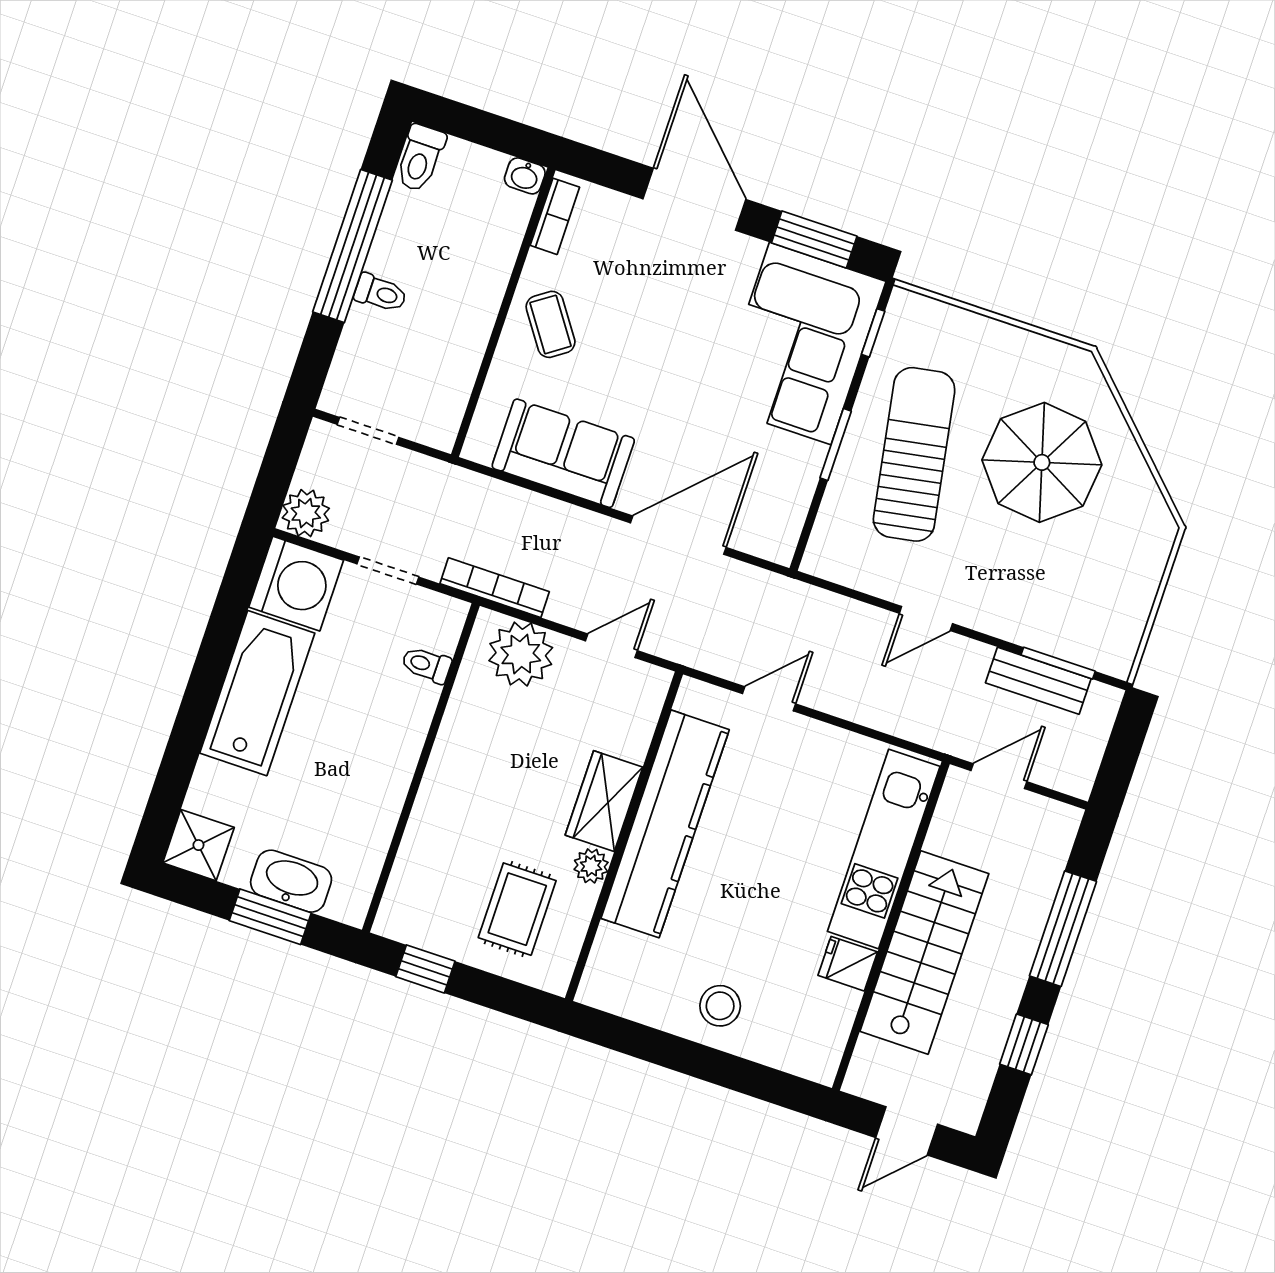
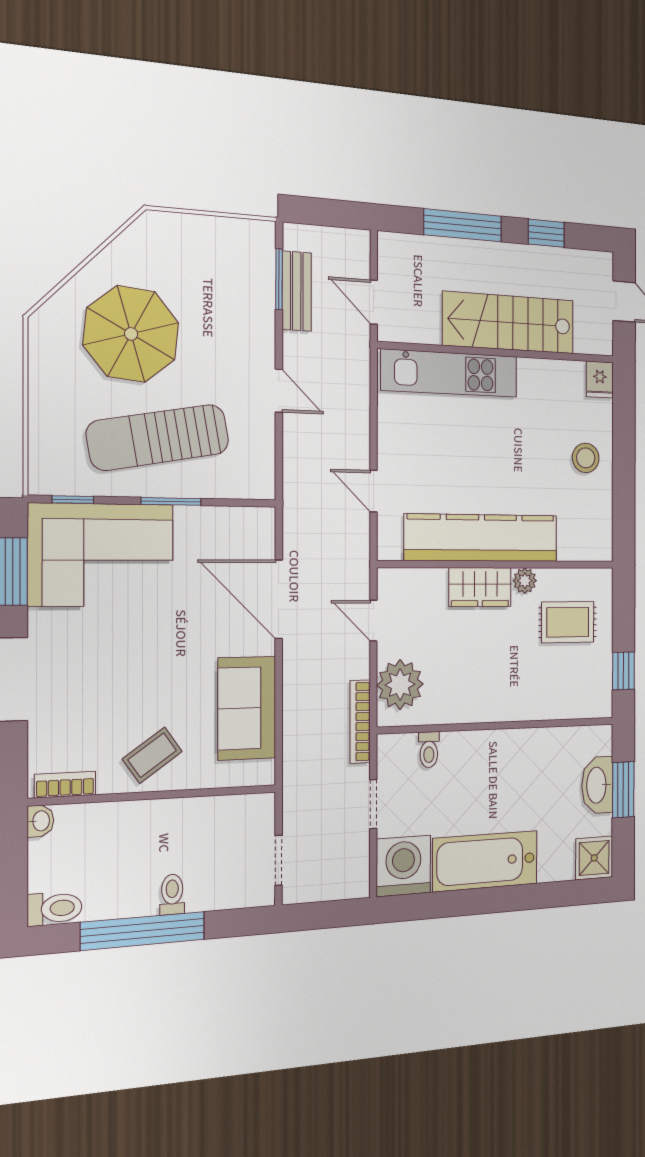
plant: (306, 513) -> (352, 880), removed
fridge: (848, 964) -> (600, 380), moved

